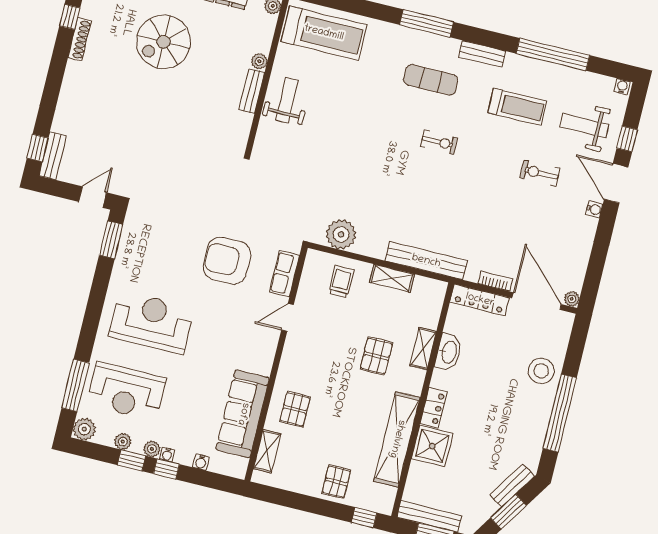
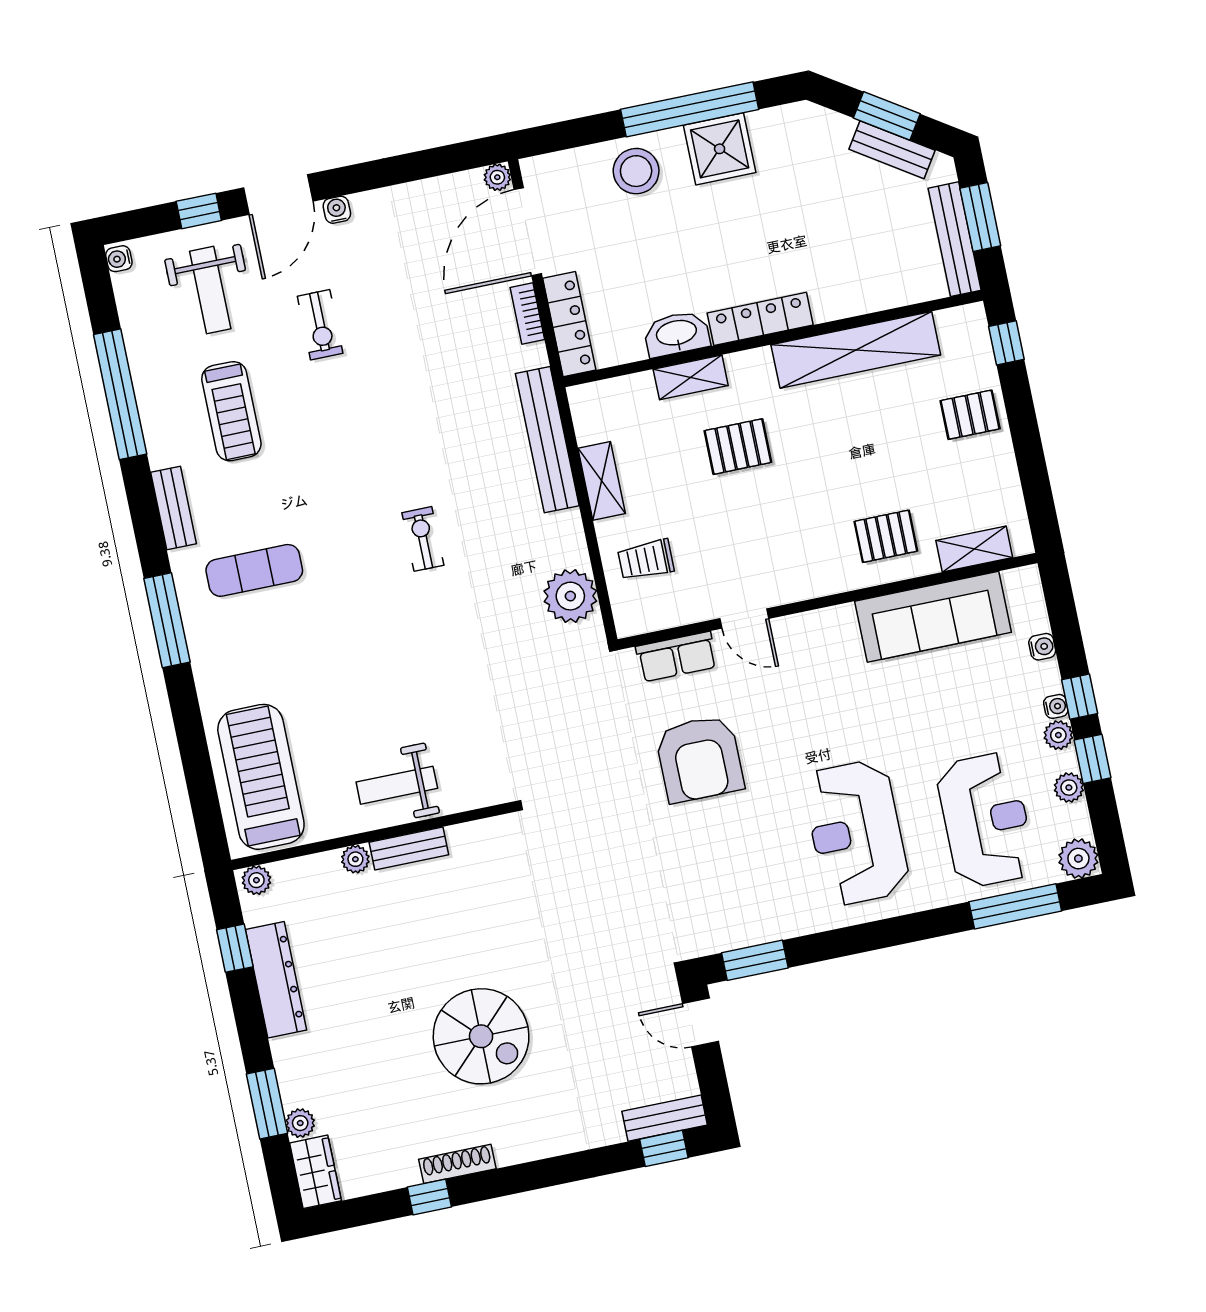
spiral stairs: (163, 42) -> (481, 1036), moved
exercise mat: (431, 80) -> (254, 570), turned 90
treadmill: (517, 107) -> (231, 411), turned 180
exercise bike: (439, 142) -> (423, 539), moved
locker: (434, 408) -> (760, 319), width x1.53
shower: (432, 446) -> (720, 149), moved
bench: (512, 485) -> (892, 150), moved

